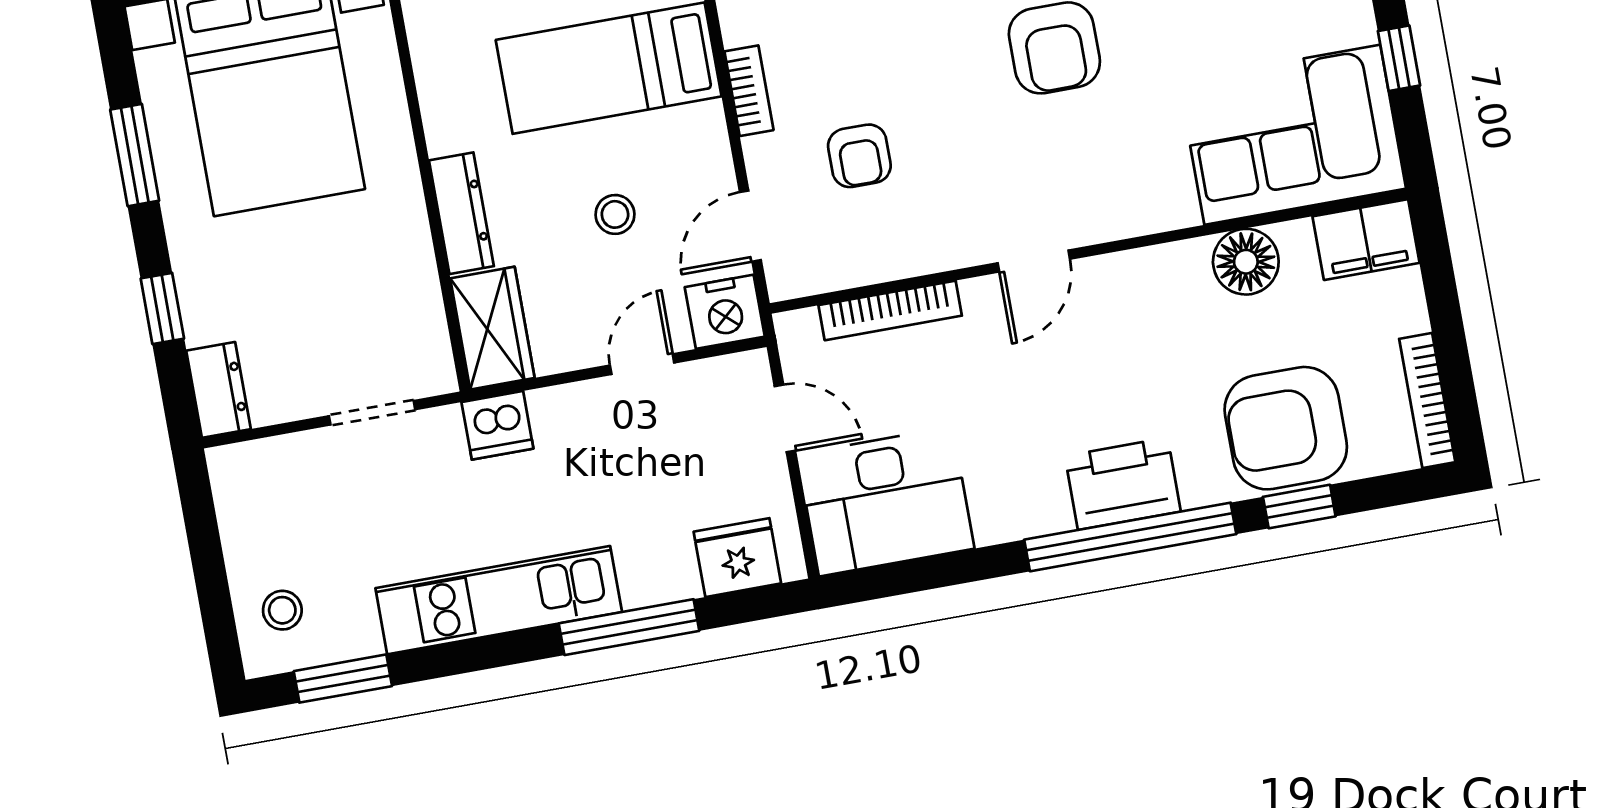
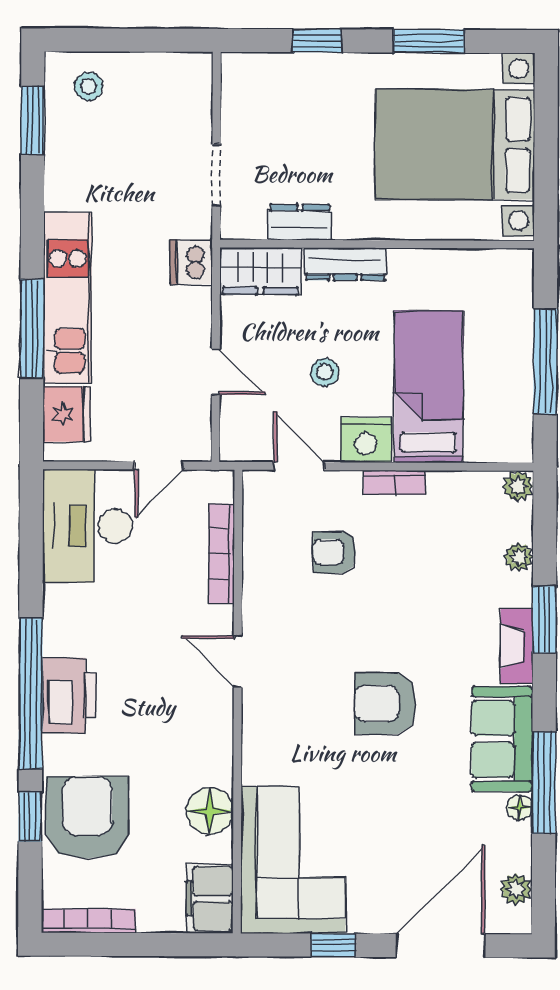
nightstand: (725, 312) -> (366, 440), moved, turned -90
dresser: (219, 390) -> (300, 222), moved, turned 180
kitchen unit: (499, 600) -> (68, 298), moved

